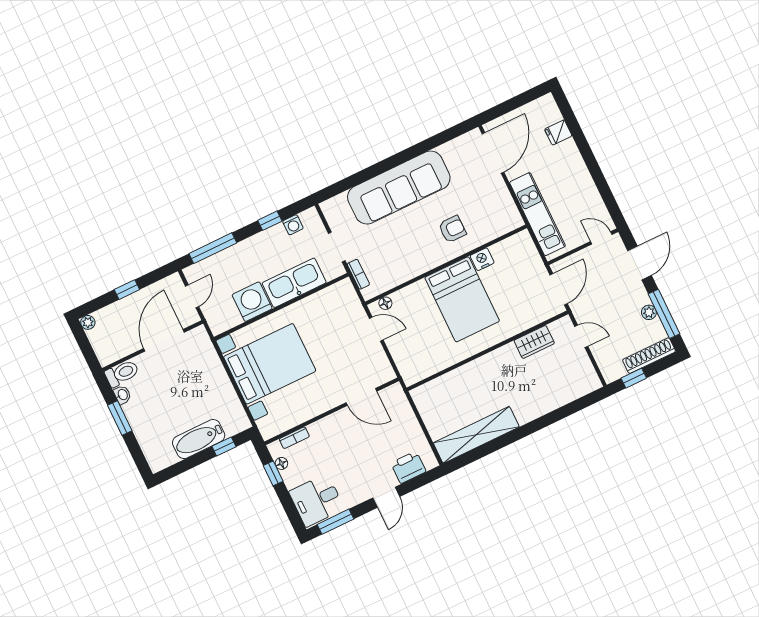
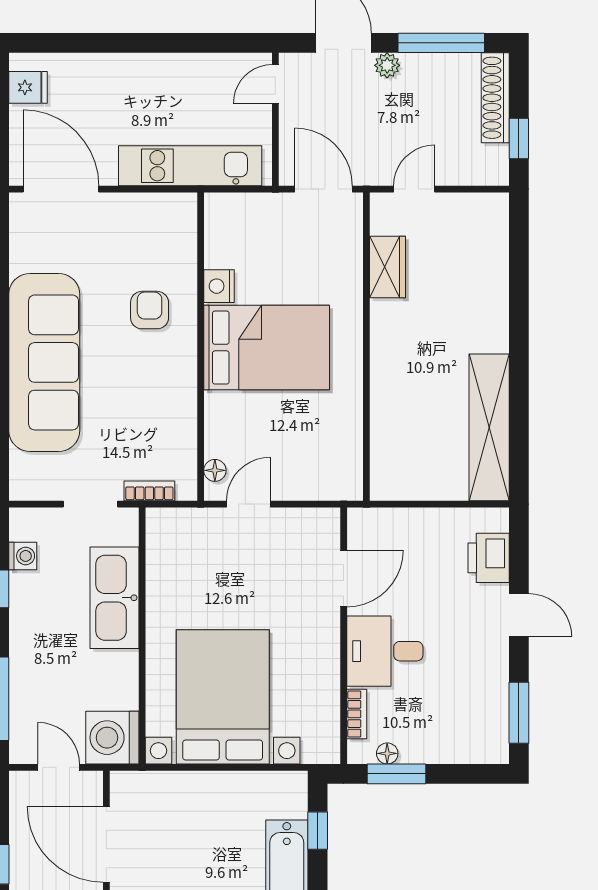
fridge: (558, 132) -> (28, 87), moved, turned -90
washing machine: (252, 302) -> (112, 738), moved
plant: (649, 312) -> (387, 65), moved
window: (273, 473) -> (396, 774), width x1.50
desk: (317, 500) -> (385, 651), moved, turned 90

